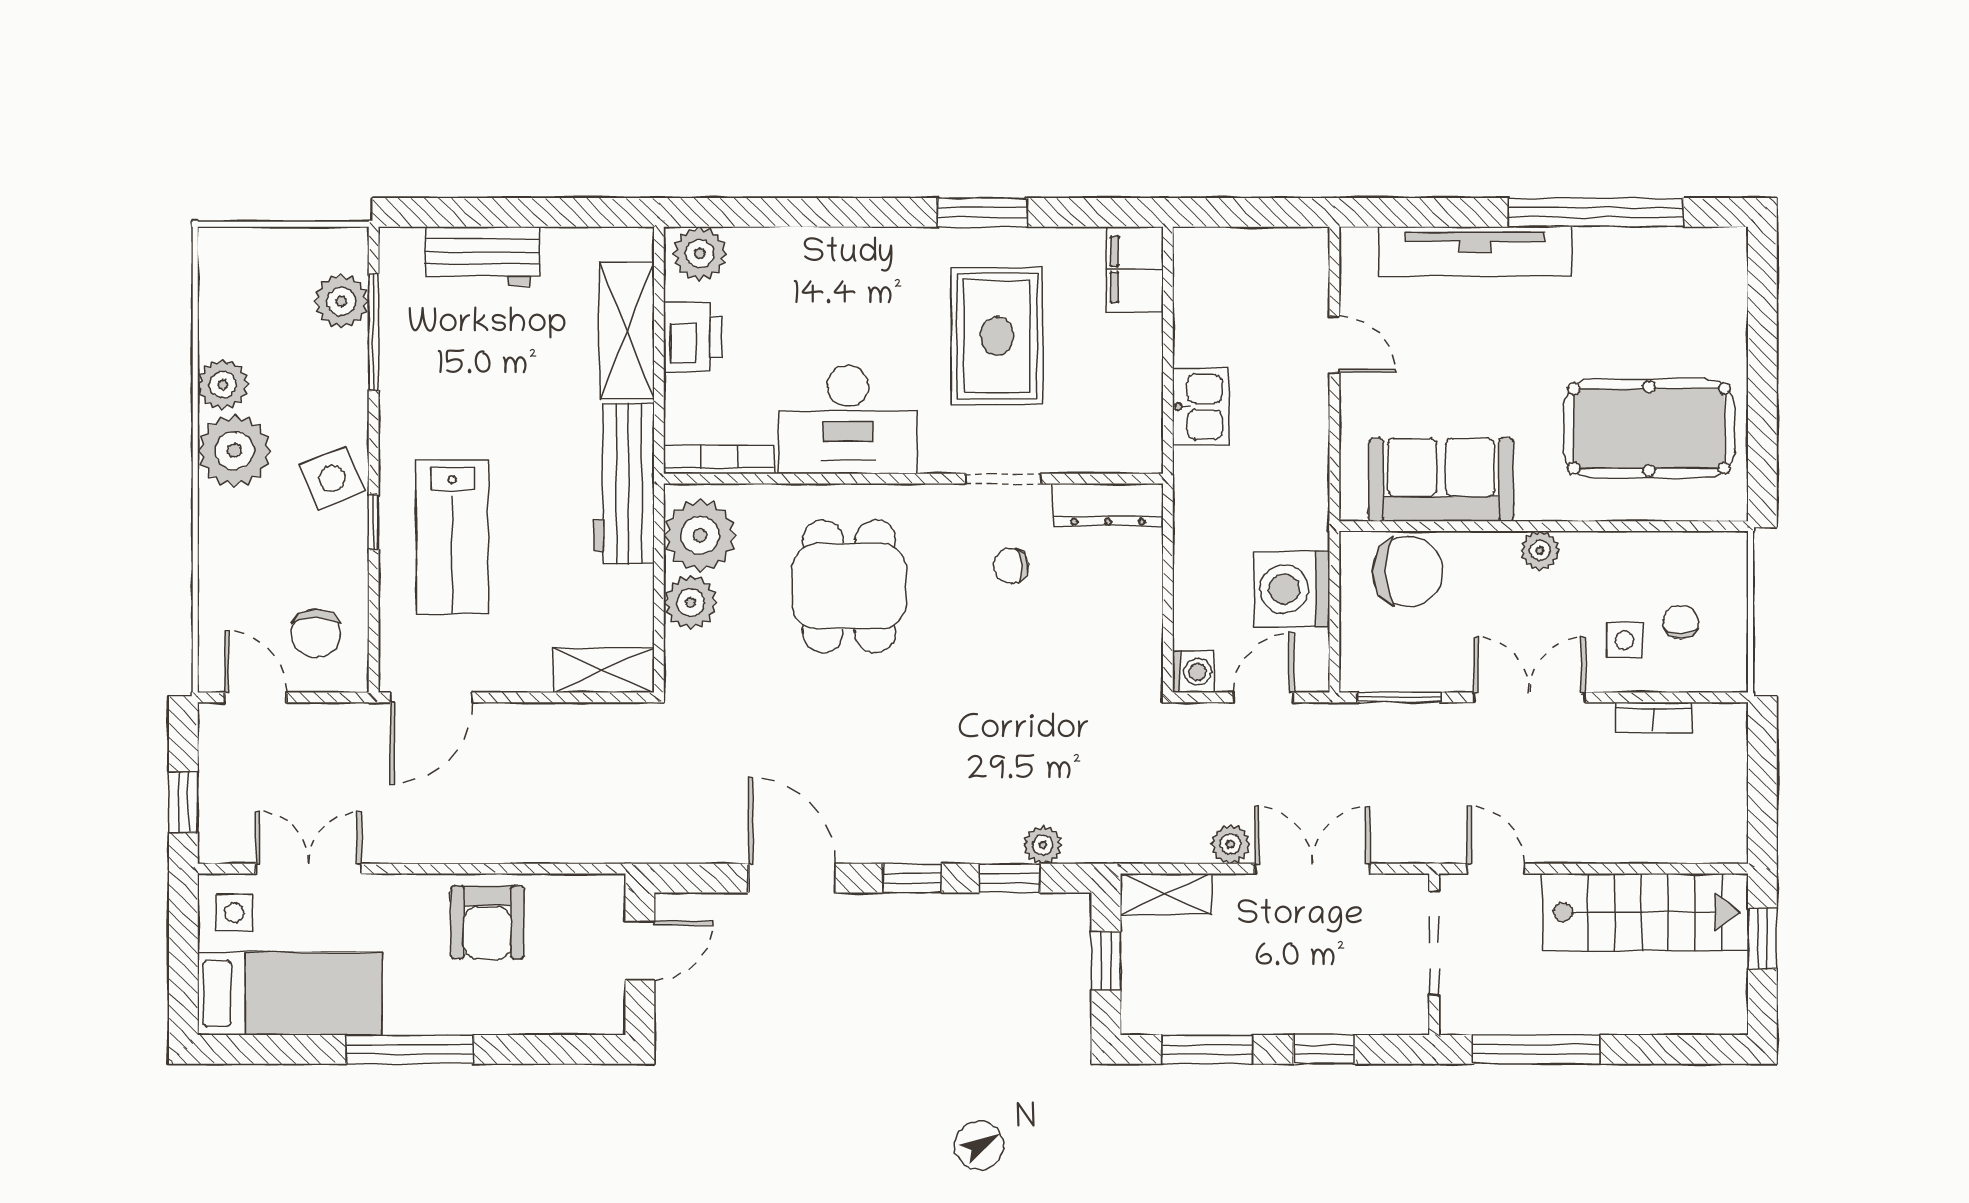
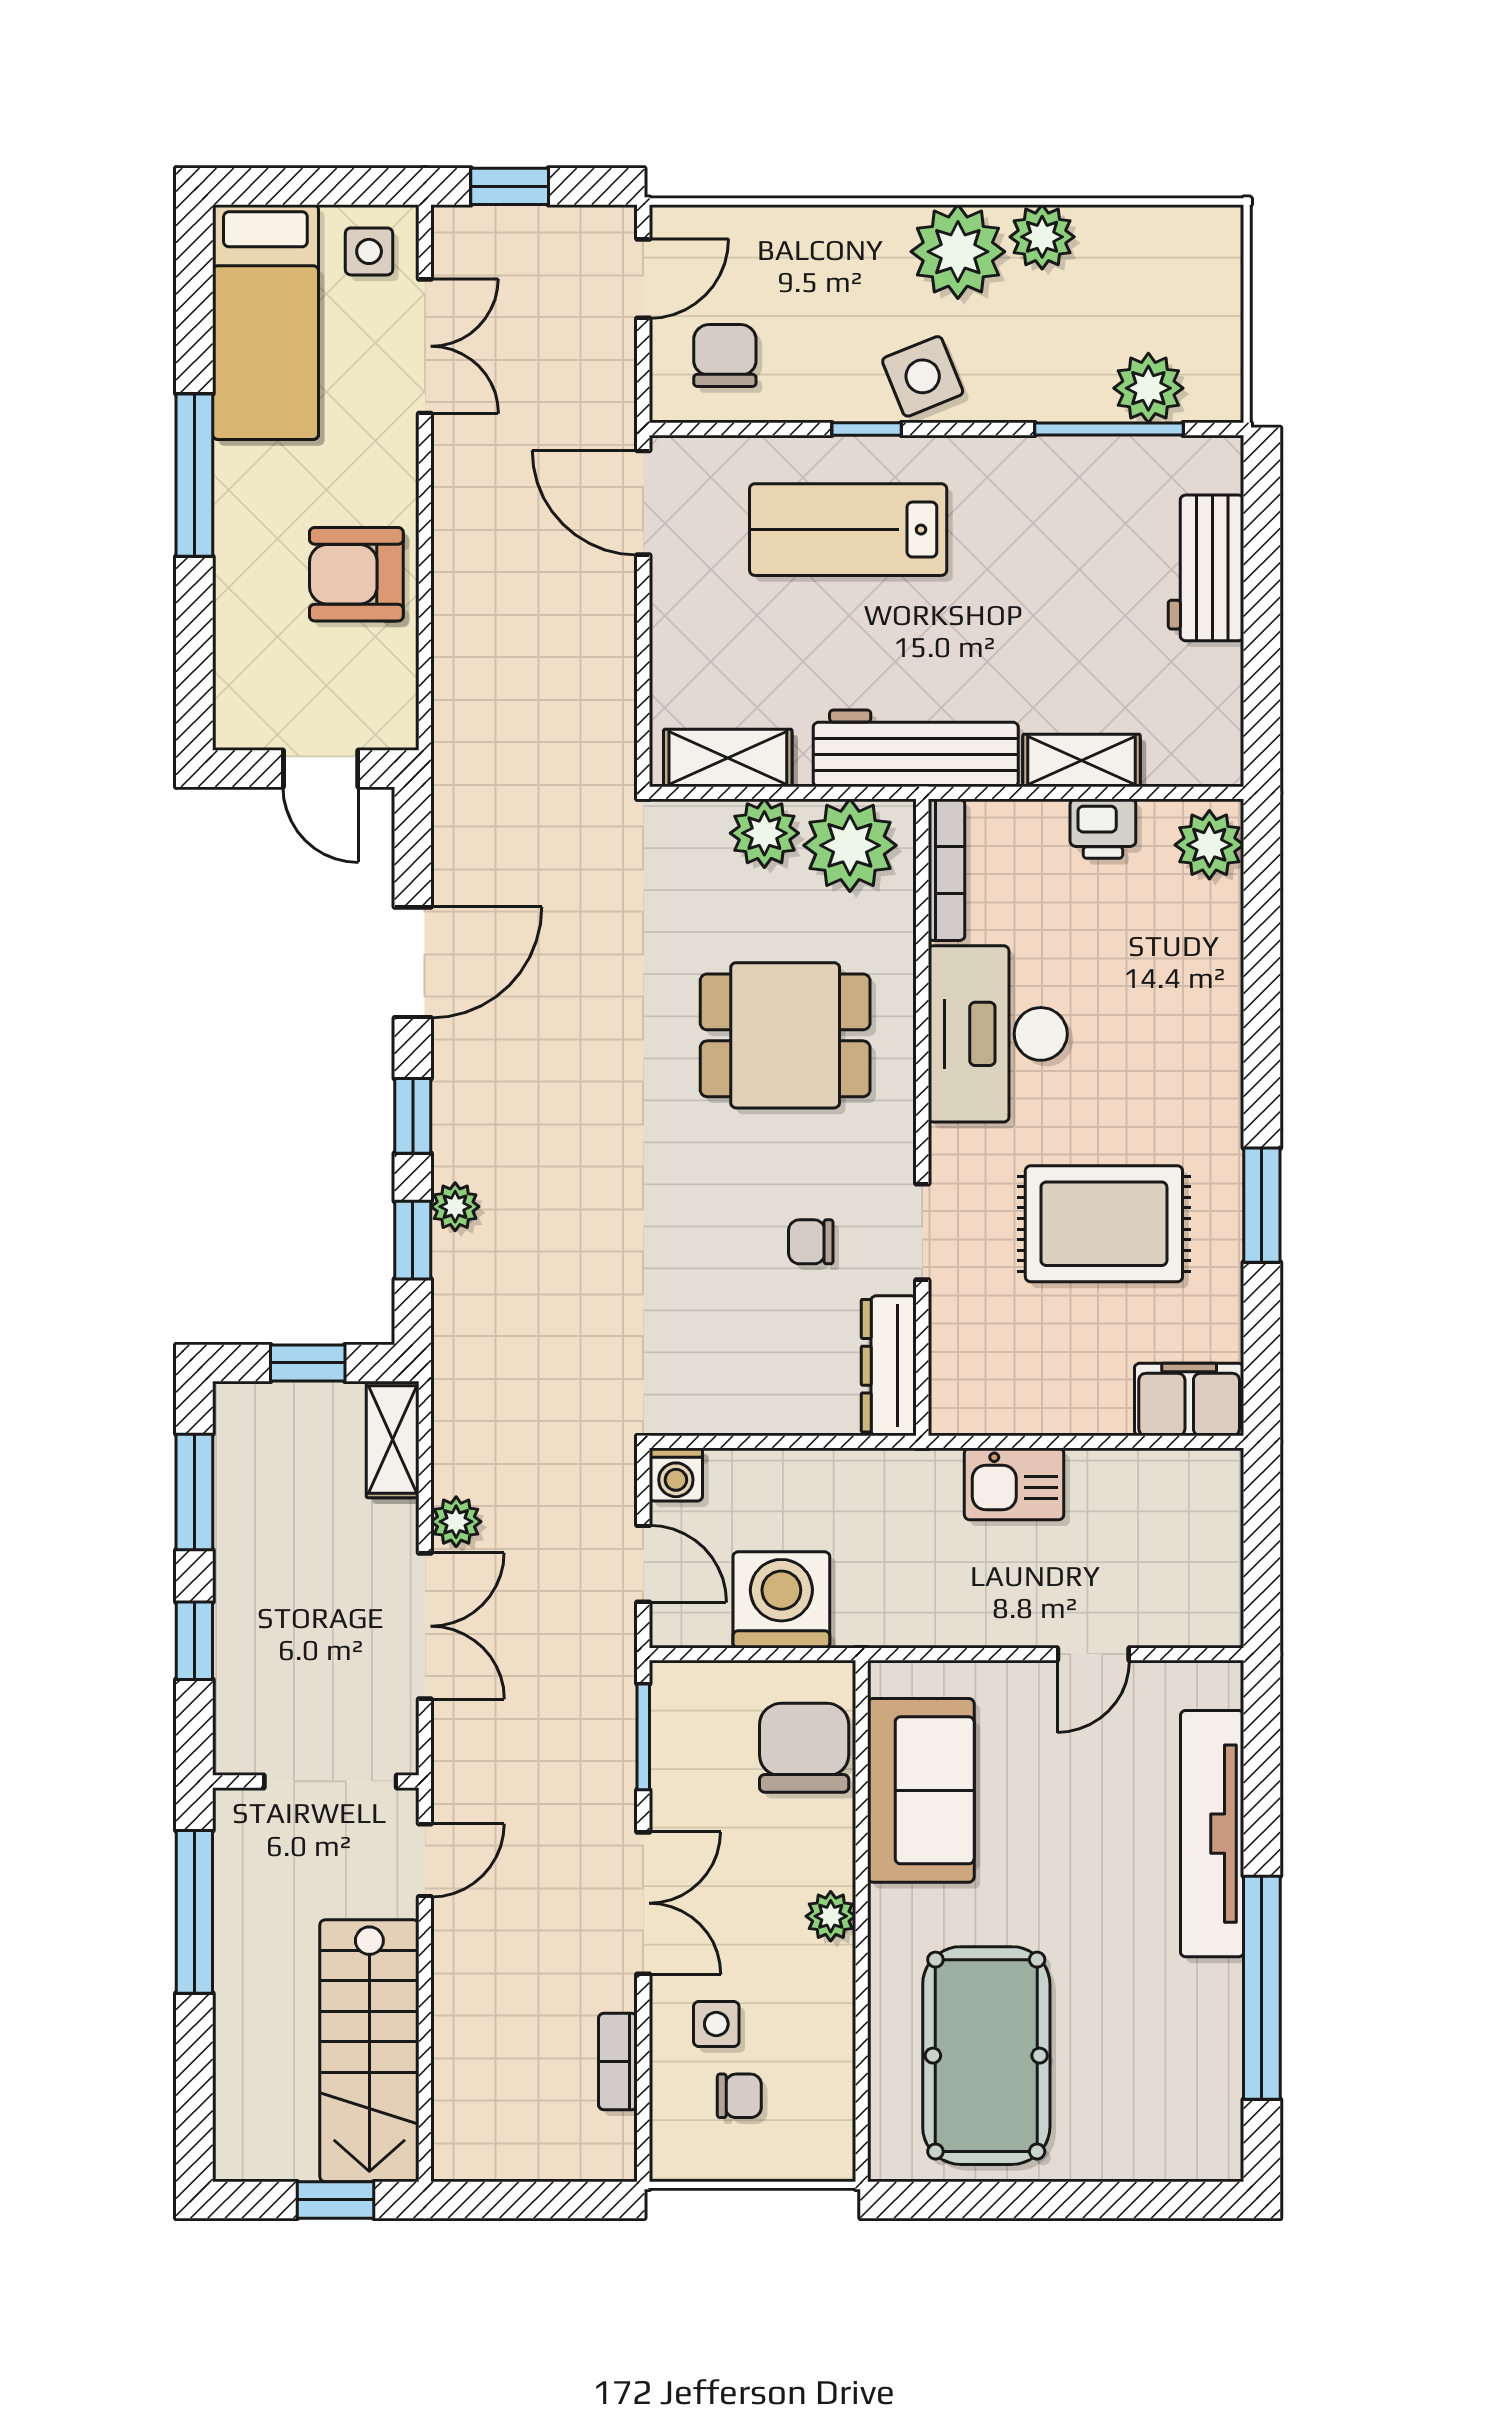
shelving: (627, 331) -> (1082, 760), width x0.67, depth x0.75
printer: (693, 337) -> (1103, 829), width x0.73, depth x0.81
chair: (1011, 566) -> (811, 1242), turned -84
chair: (1408, 571) -> (804, 1748), turned 180
chair: (316, 633) -> (725, 356), turned 90
shelving: (604, 670) -> (728, 758), moved, turned 90
plant: (1043, 845) -> (455, 1207), moved

